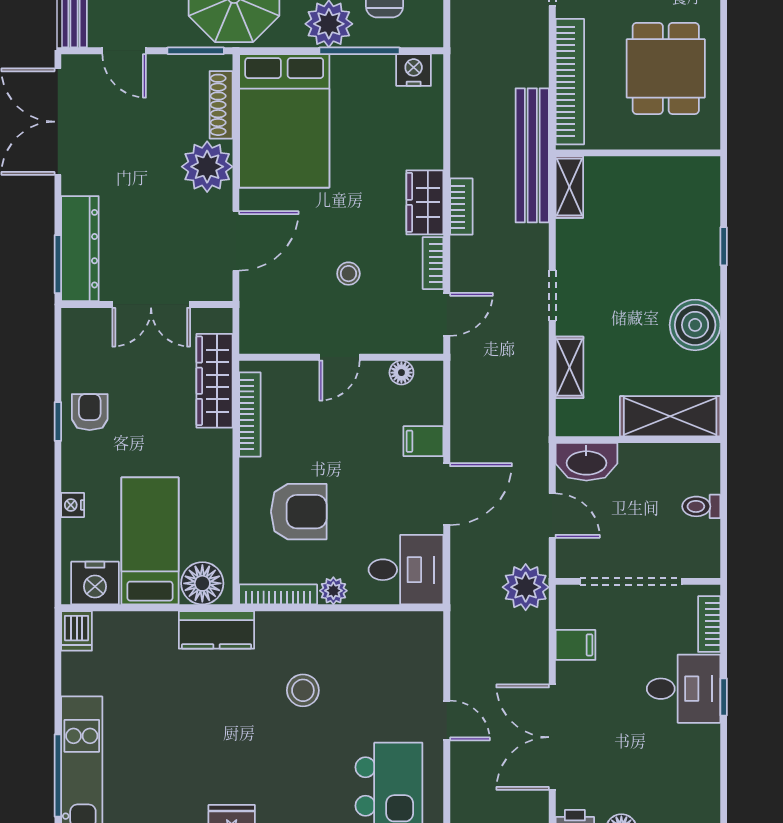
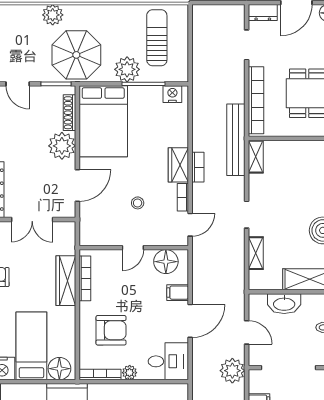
floor lamp: (401, 373) -> (166, 262), width x1.89, depth x1.89
wardrobe: (214, 381) -> (66, 281), moved
washbasin: (586, 462) -> (284, 304), moved

